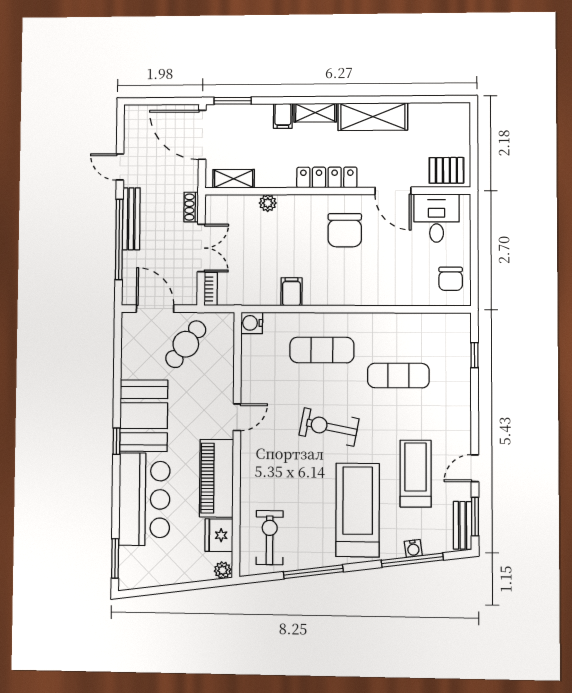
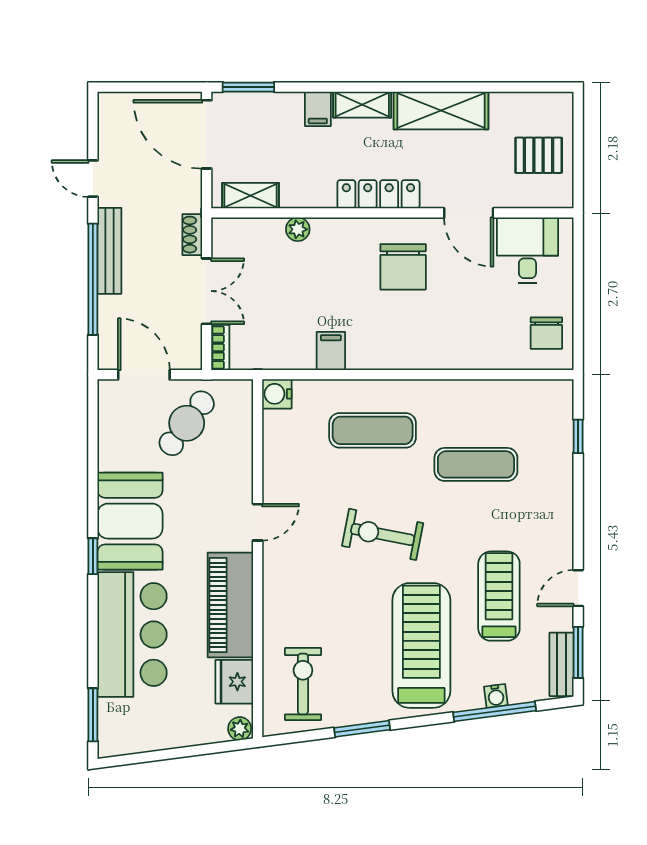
pallet: (446, 170) -> (539, 155), moved
window: (313, 572) -> (362, 729), width x0.69

